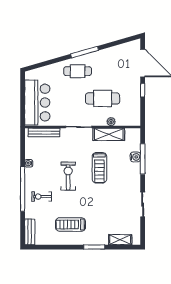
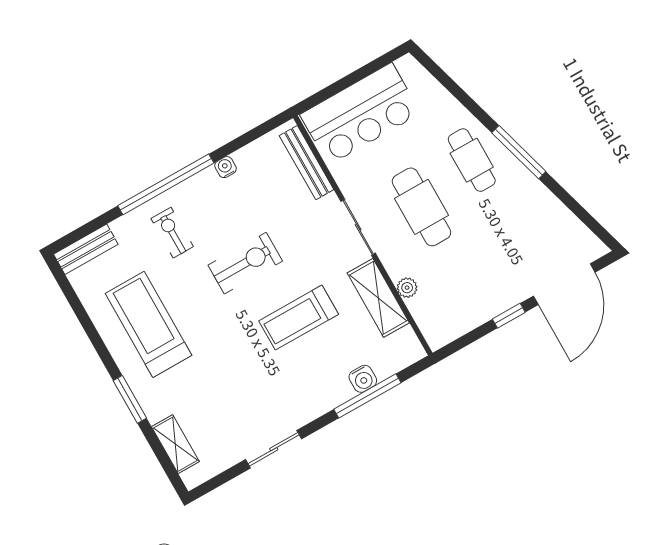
cafe table: (103, 98) -> (421, 207), moved
treadmill: (71, 224) -> (149, 324), width x1.37, depth x1.38

